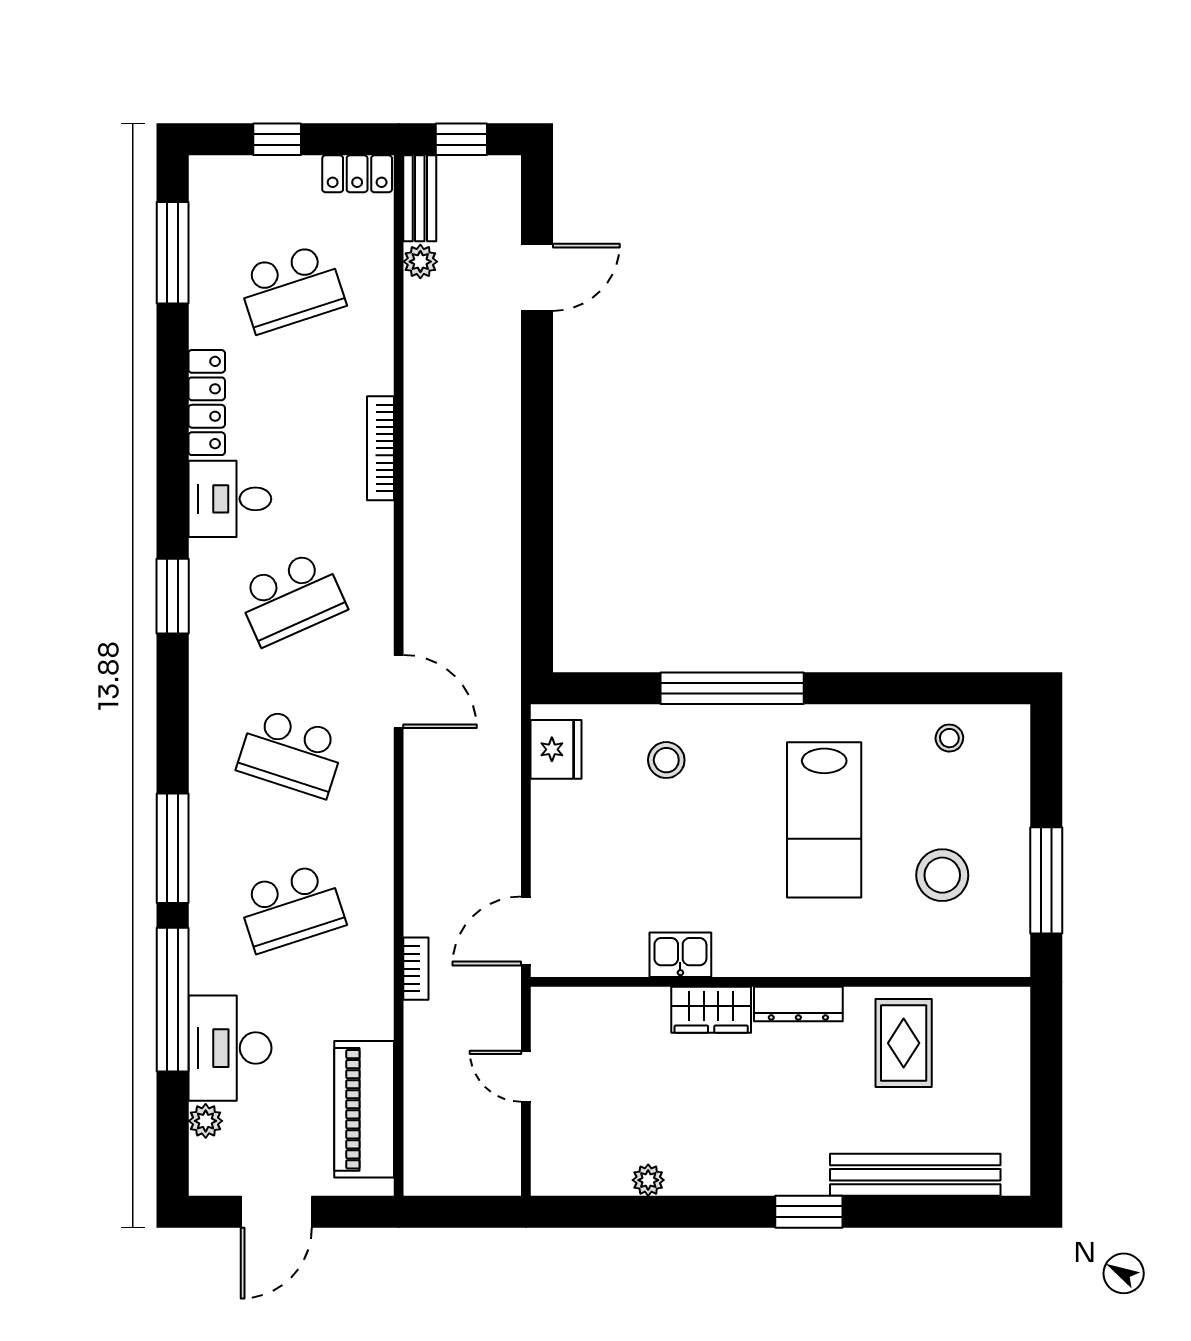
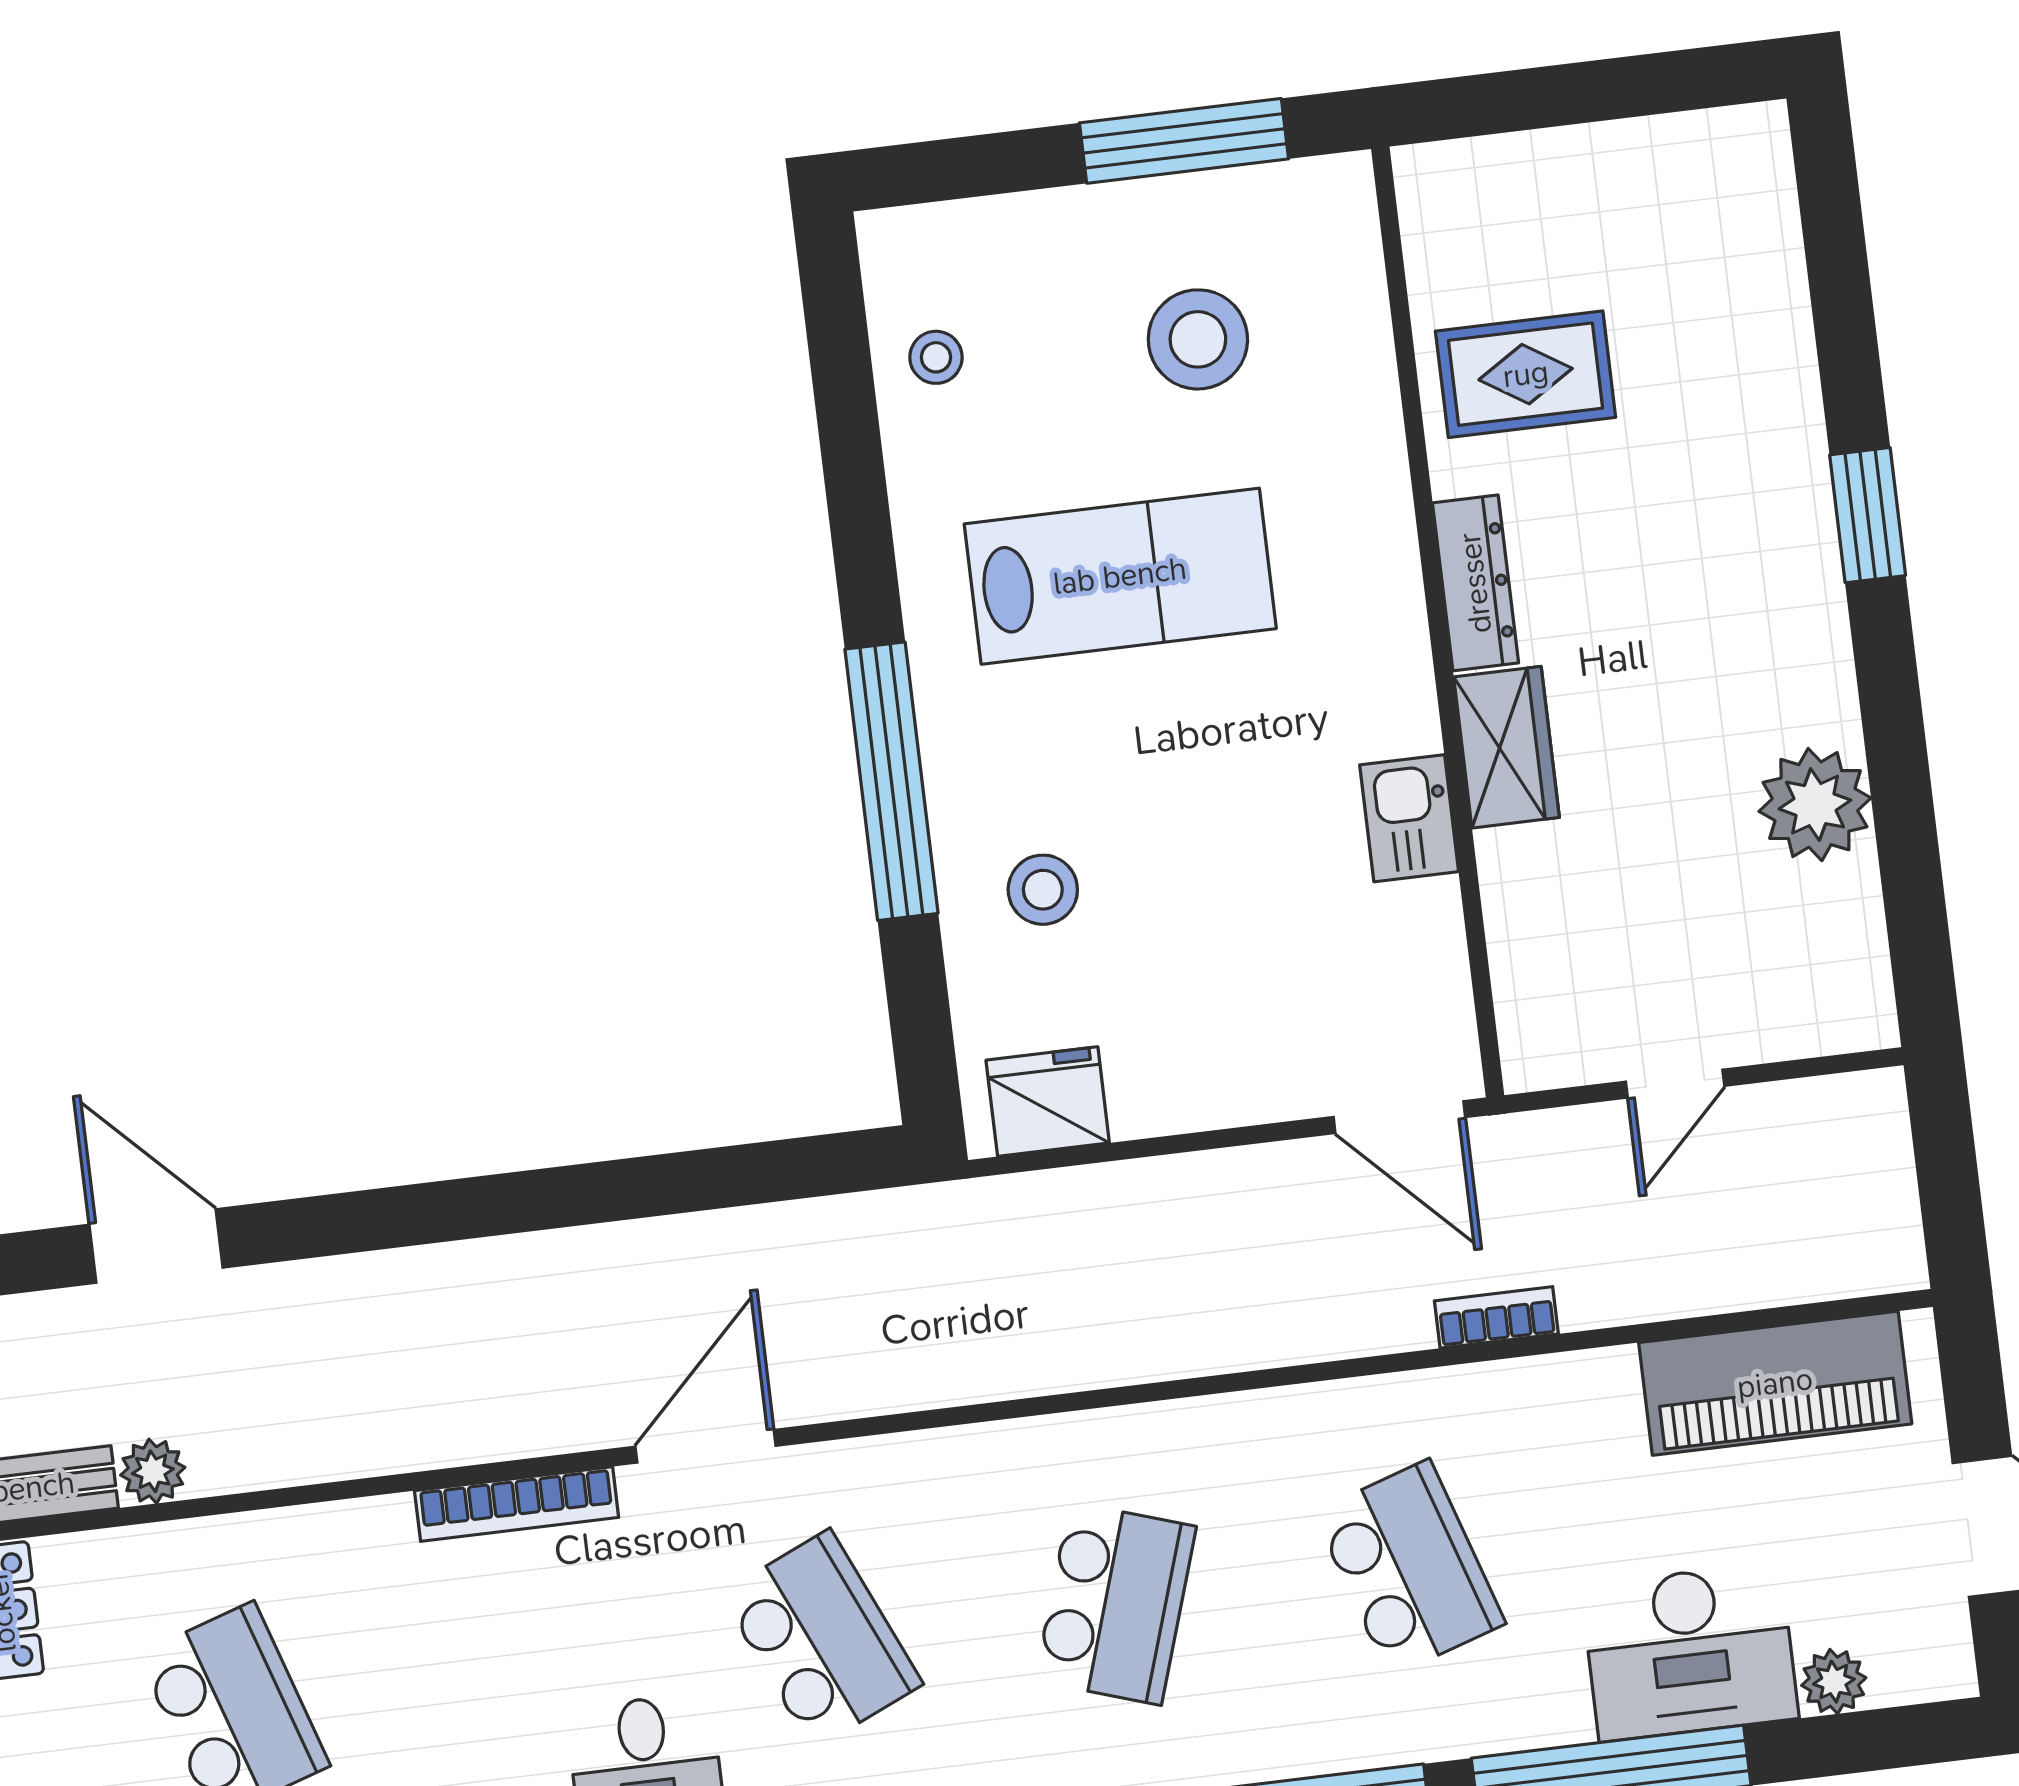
door: (399, 691) -> (705, 1446), moved
bench: (915, 1175) -> (1773, 322), removed
plant: (648, 1180) -> (1815, 805), width x1.87, depth x1.87

